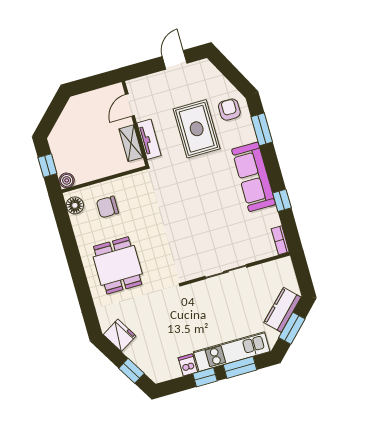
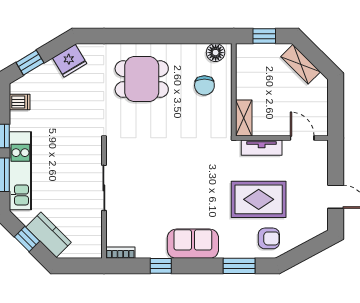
shelving: (64, 125) -> (301, 64), added
shelving: (131, 143) -> (244, 118), moved, turned 90
sofa: (254, 177) -> (193, 244), width x0.73
boiler: (67, 180) -> (243, 51), removed
chair: (107, 207) -> (204, 85), turned 180
window: (292, 328) -> (27, 239), width x0.67
dishwasher: (188, 365) -> (20, 102), moved

